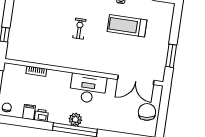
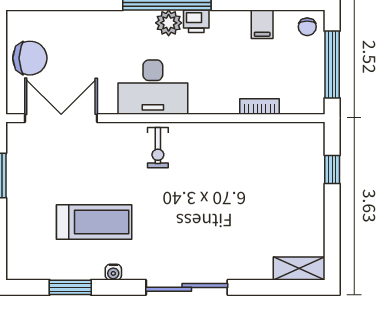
exercise bike: (79, 29) -> (158, 148), moved
chair: (147, 112) -> (30, 58), turned -82
printer: (41, 115) -> (196, 21), moved

